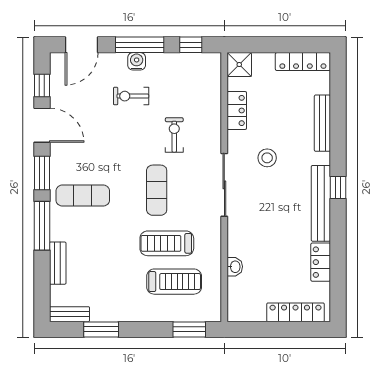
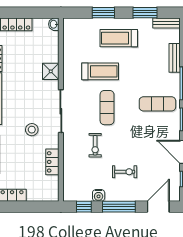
water cooler: (137, 61) -> (99, 195), moved
shower: (239, 65) -> (51, 71), moved
washbasin: (235, 267) -> (54, 24), moved
treadmill: (174, 282) -> (119, 38), moved
window: (189, 329) -> (103, 13), moved

